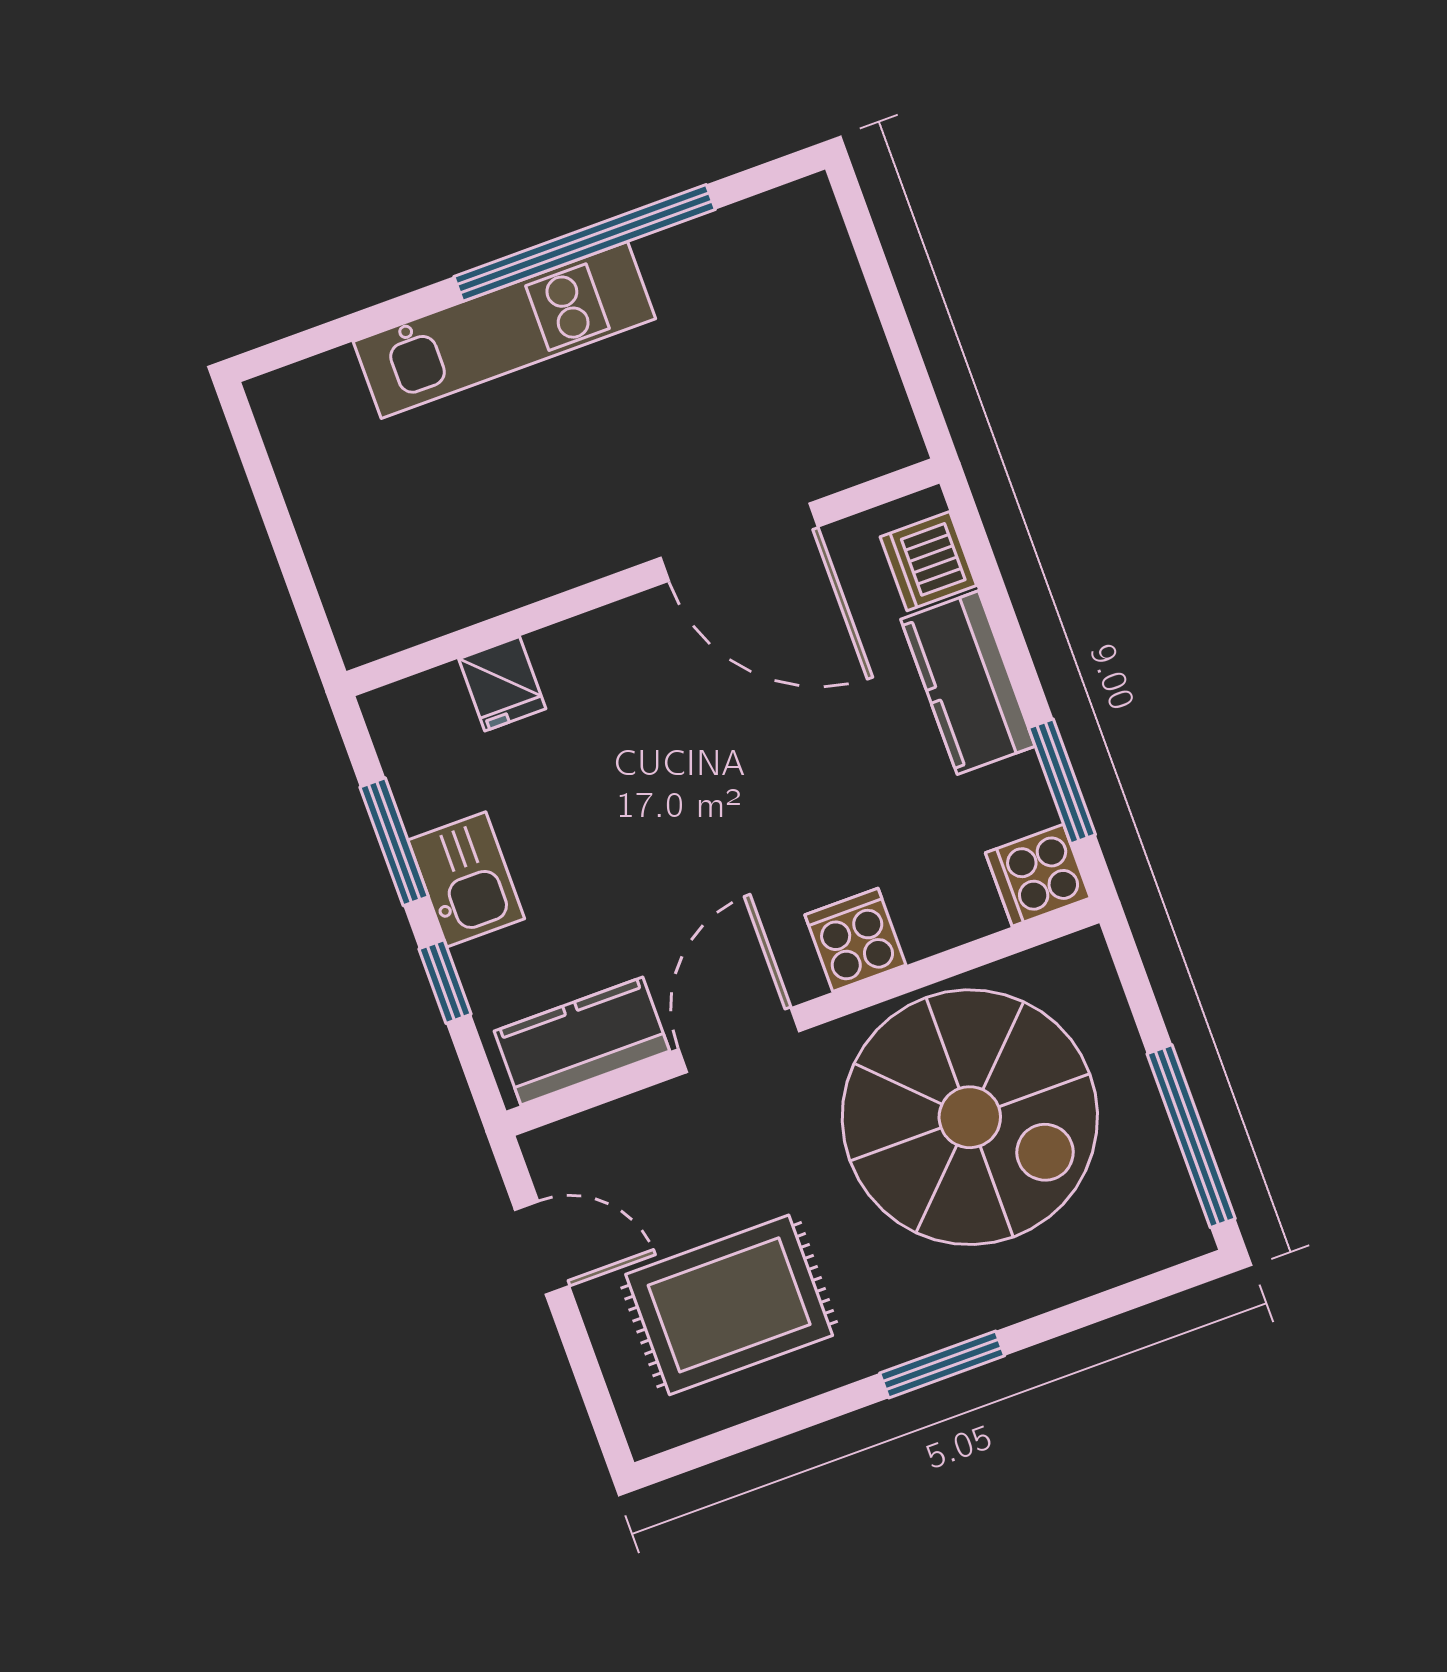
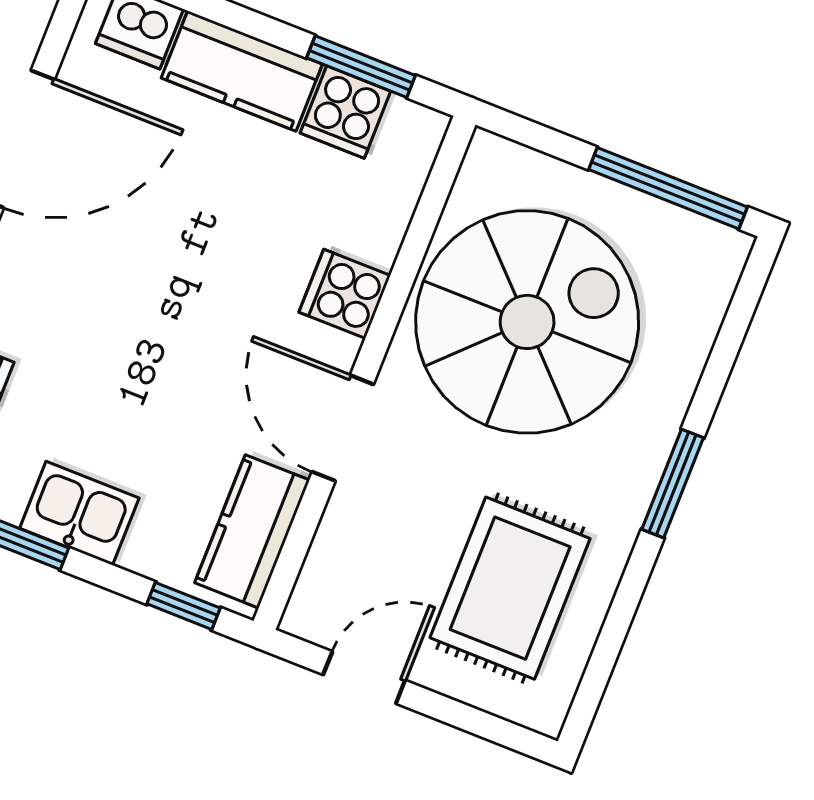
cooker: (1038, 875) -> (345, 112), moved
window: (445, 982) -> (184, 606), moved

